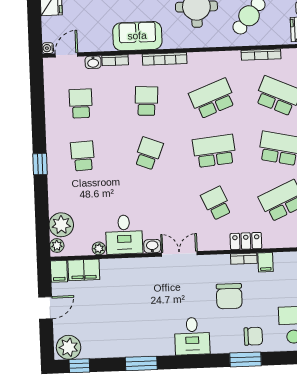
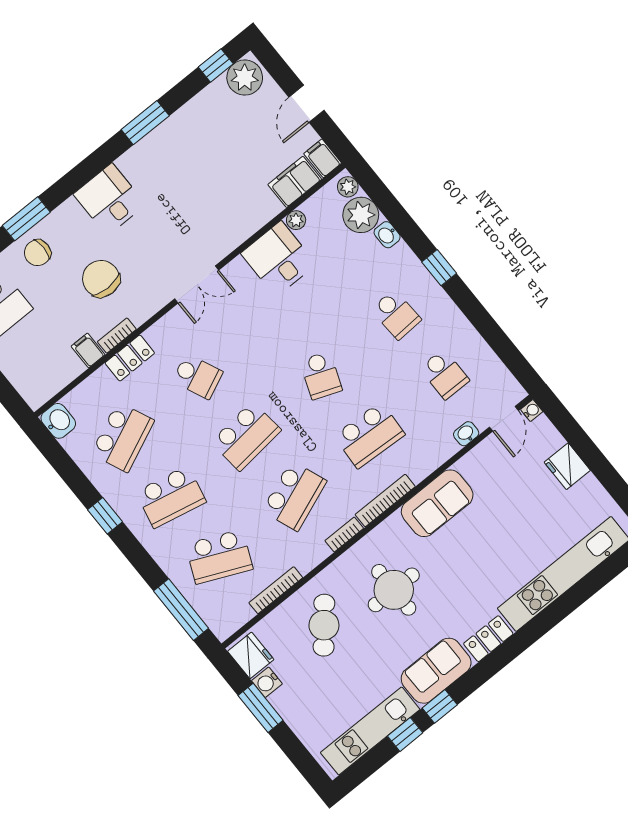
bookcase: (115, 60) -> (344, 535), moved
school desk: (147, 101) -> (369, 435), width x1.85
washbasin: (152, 246) -> (387, 235), moved, turned 90

